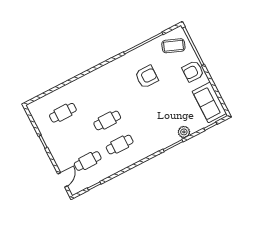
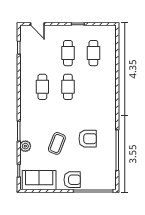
coffee table: (173, 46) -> (57, 143), moved
armchair: (193, 71) -> (72, 180), turned 90
armchair: (147, 77) -> (88, 139), turned -90
cafe table: (88, 161) -> (68, 53), moved

